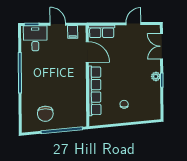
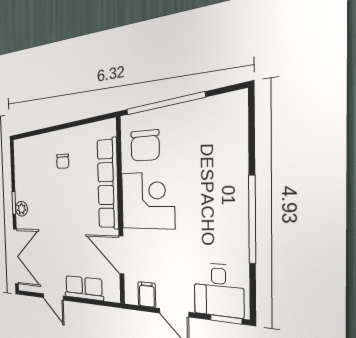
door: (133, 24) -> (53, 297), hinge flipped
row of seats: (102, 31) -> (84, 288), moved
double door: (162, 46) -> (16, 256), width x1.37
corner desk: (71, 81) -> (148, 201), added
chair: (45, 114) -> (145, 146), moved, turned 180

